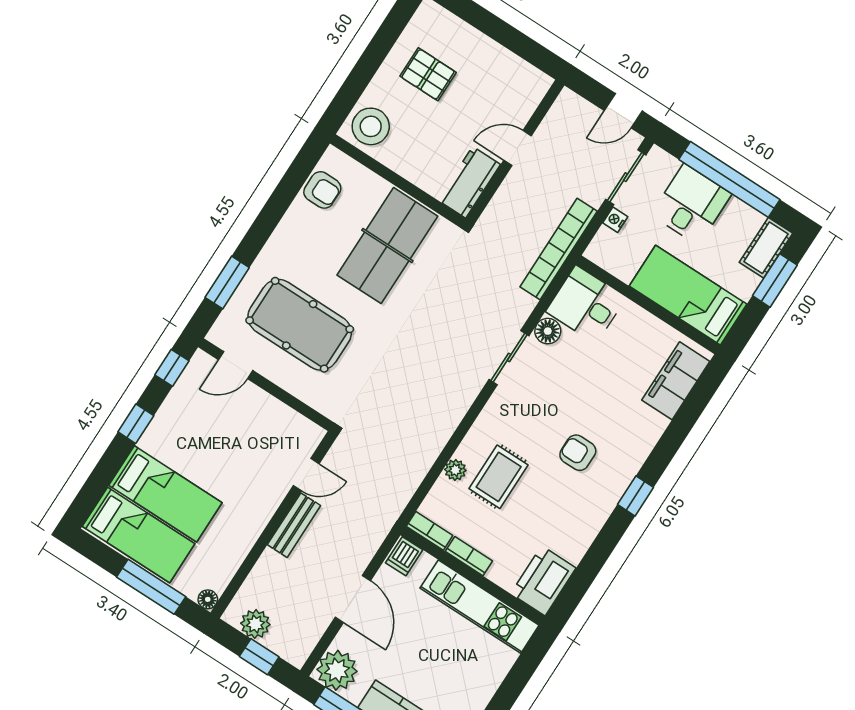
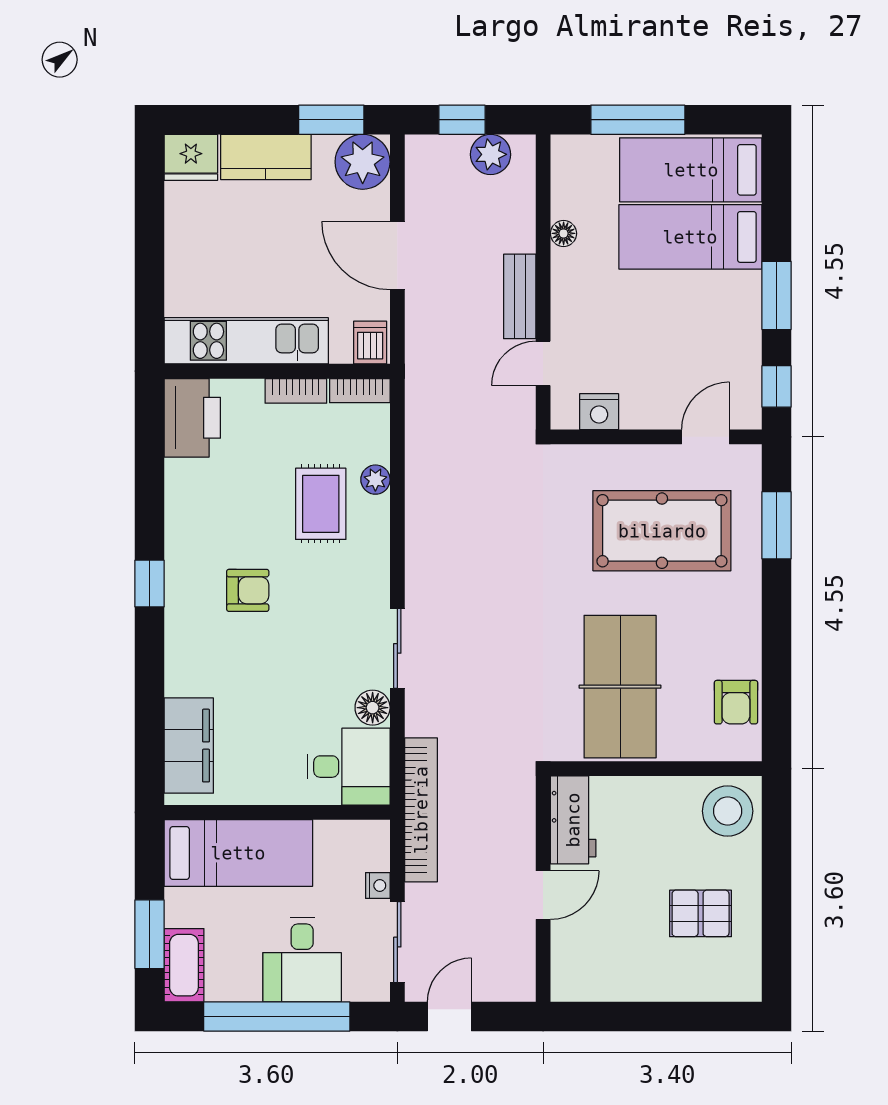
armchair: (322, 190) -> (736, 702), turned -90
nightstand: (291, 423) -> (599, 412), added
window: (136, 424) -> (776, 295), width x1.50
floor lamp: (208, 599) -> (564, 233), moved

